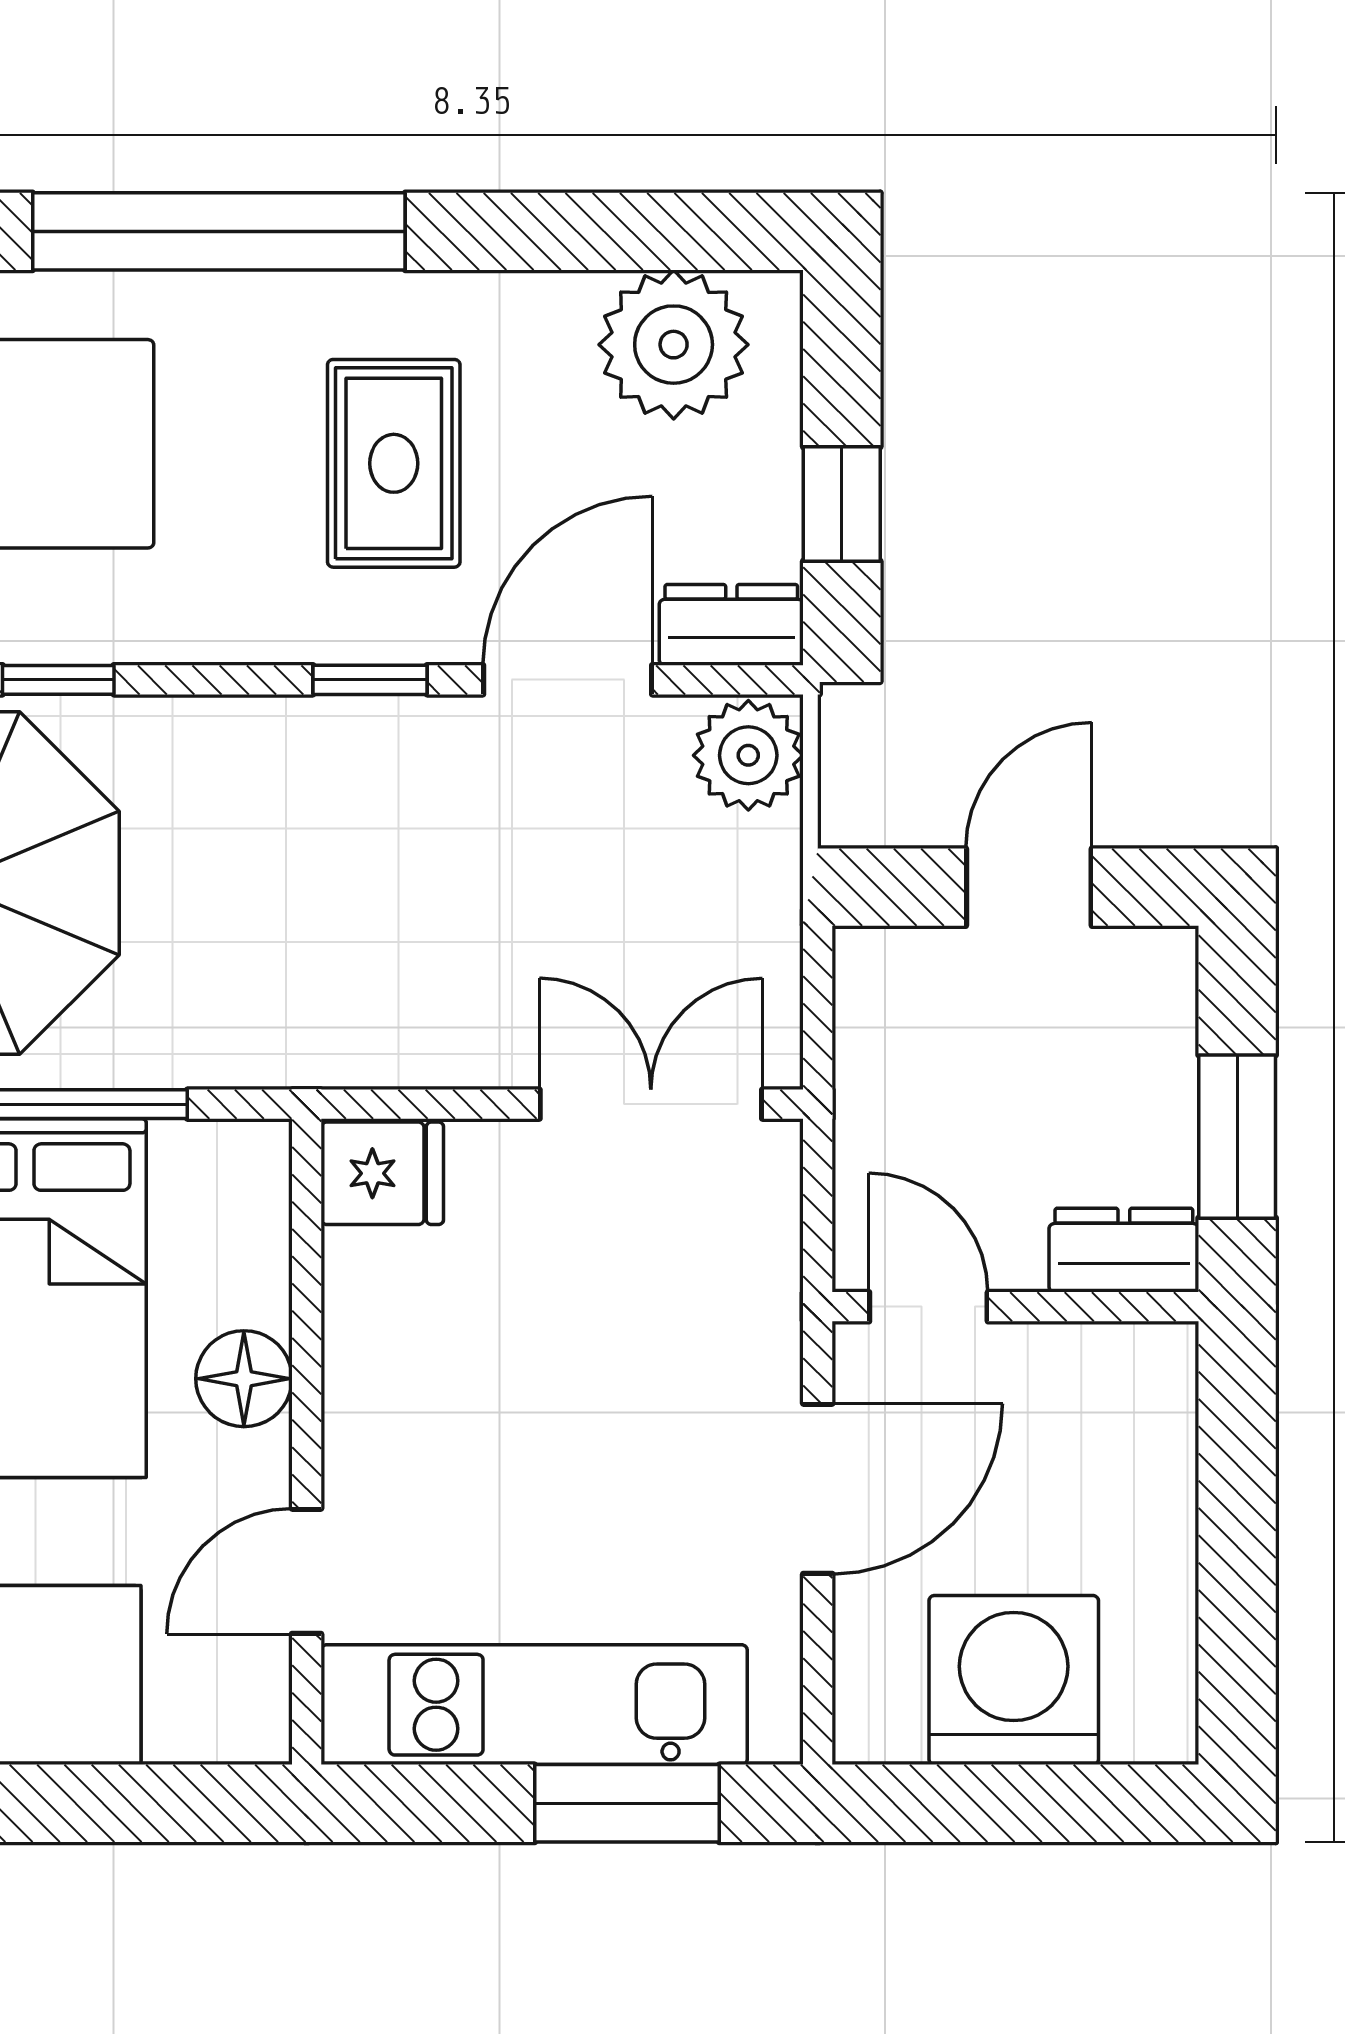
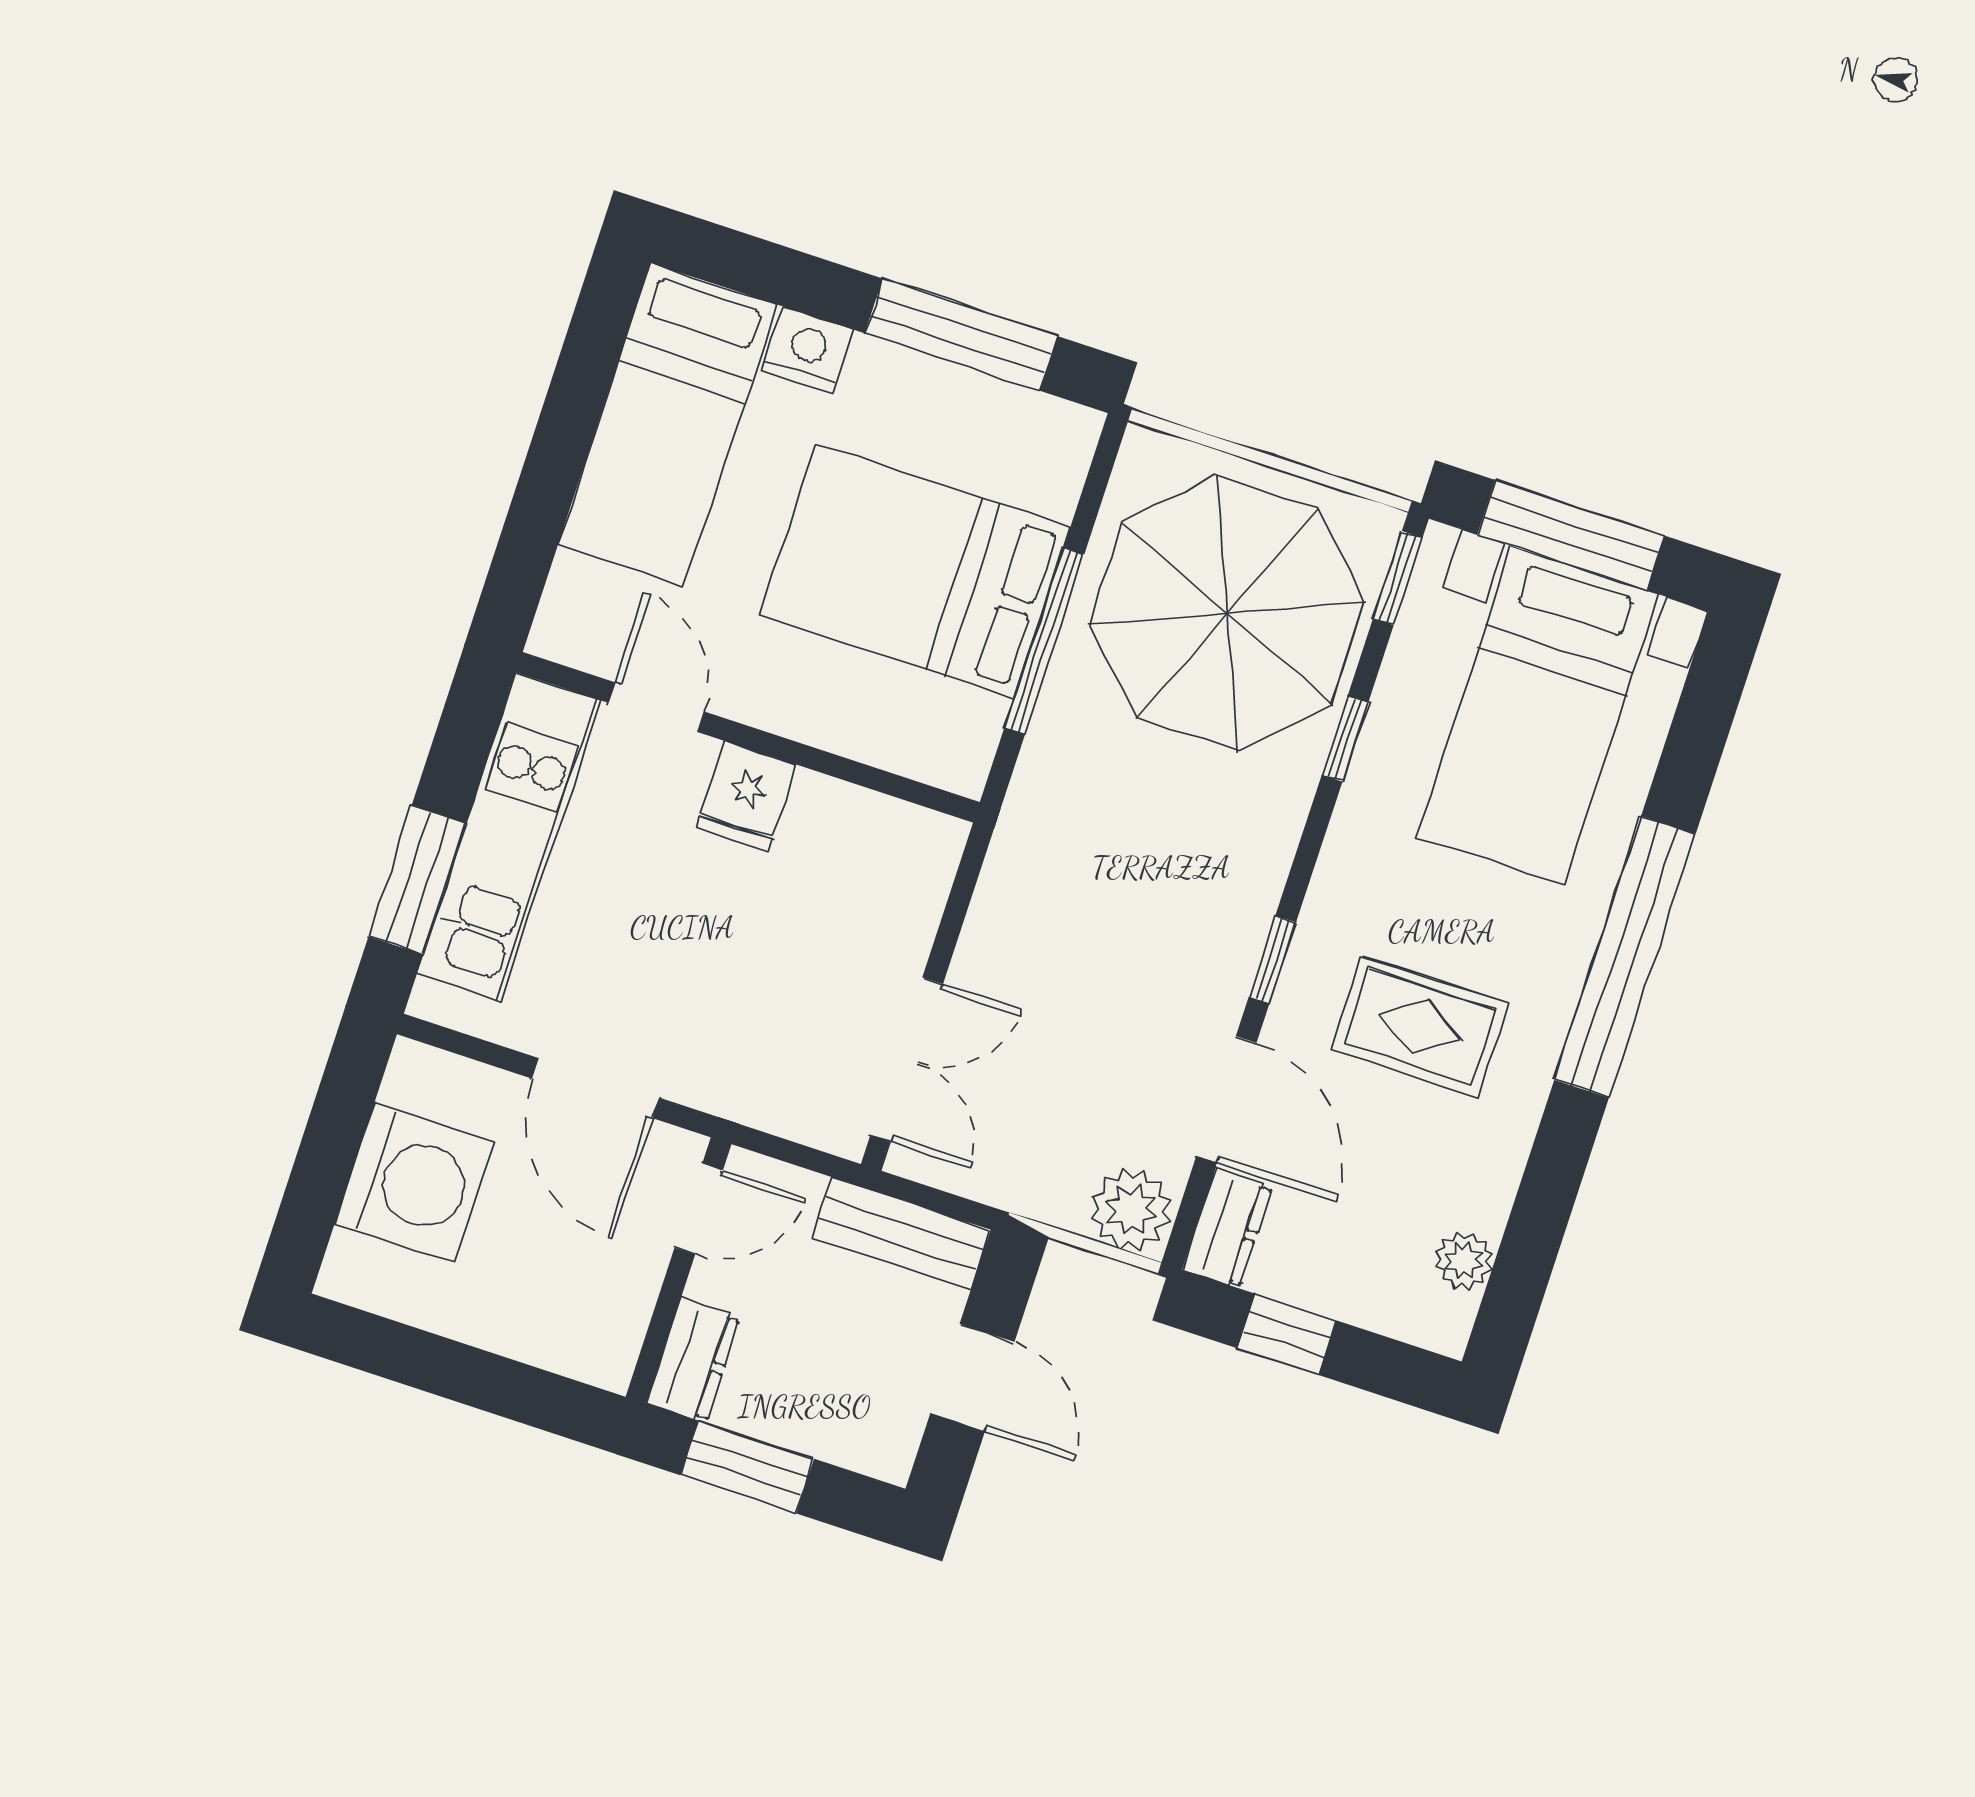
plant: (674, 345) -> (1464, 1260), width x0.53, depth x0.53
bench: (875, 1038) -> (901, 1234), added
fridge: (382, 1173) -> (746, 796), moved
floor lamp: (244, 1379) -> (807, 708), removed

